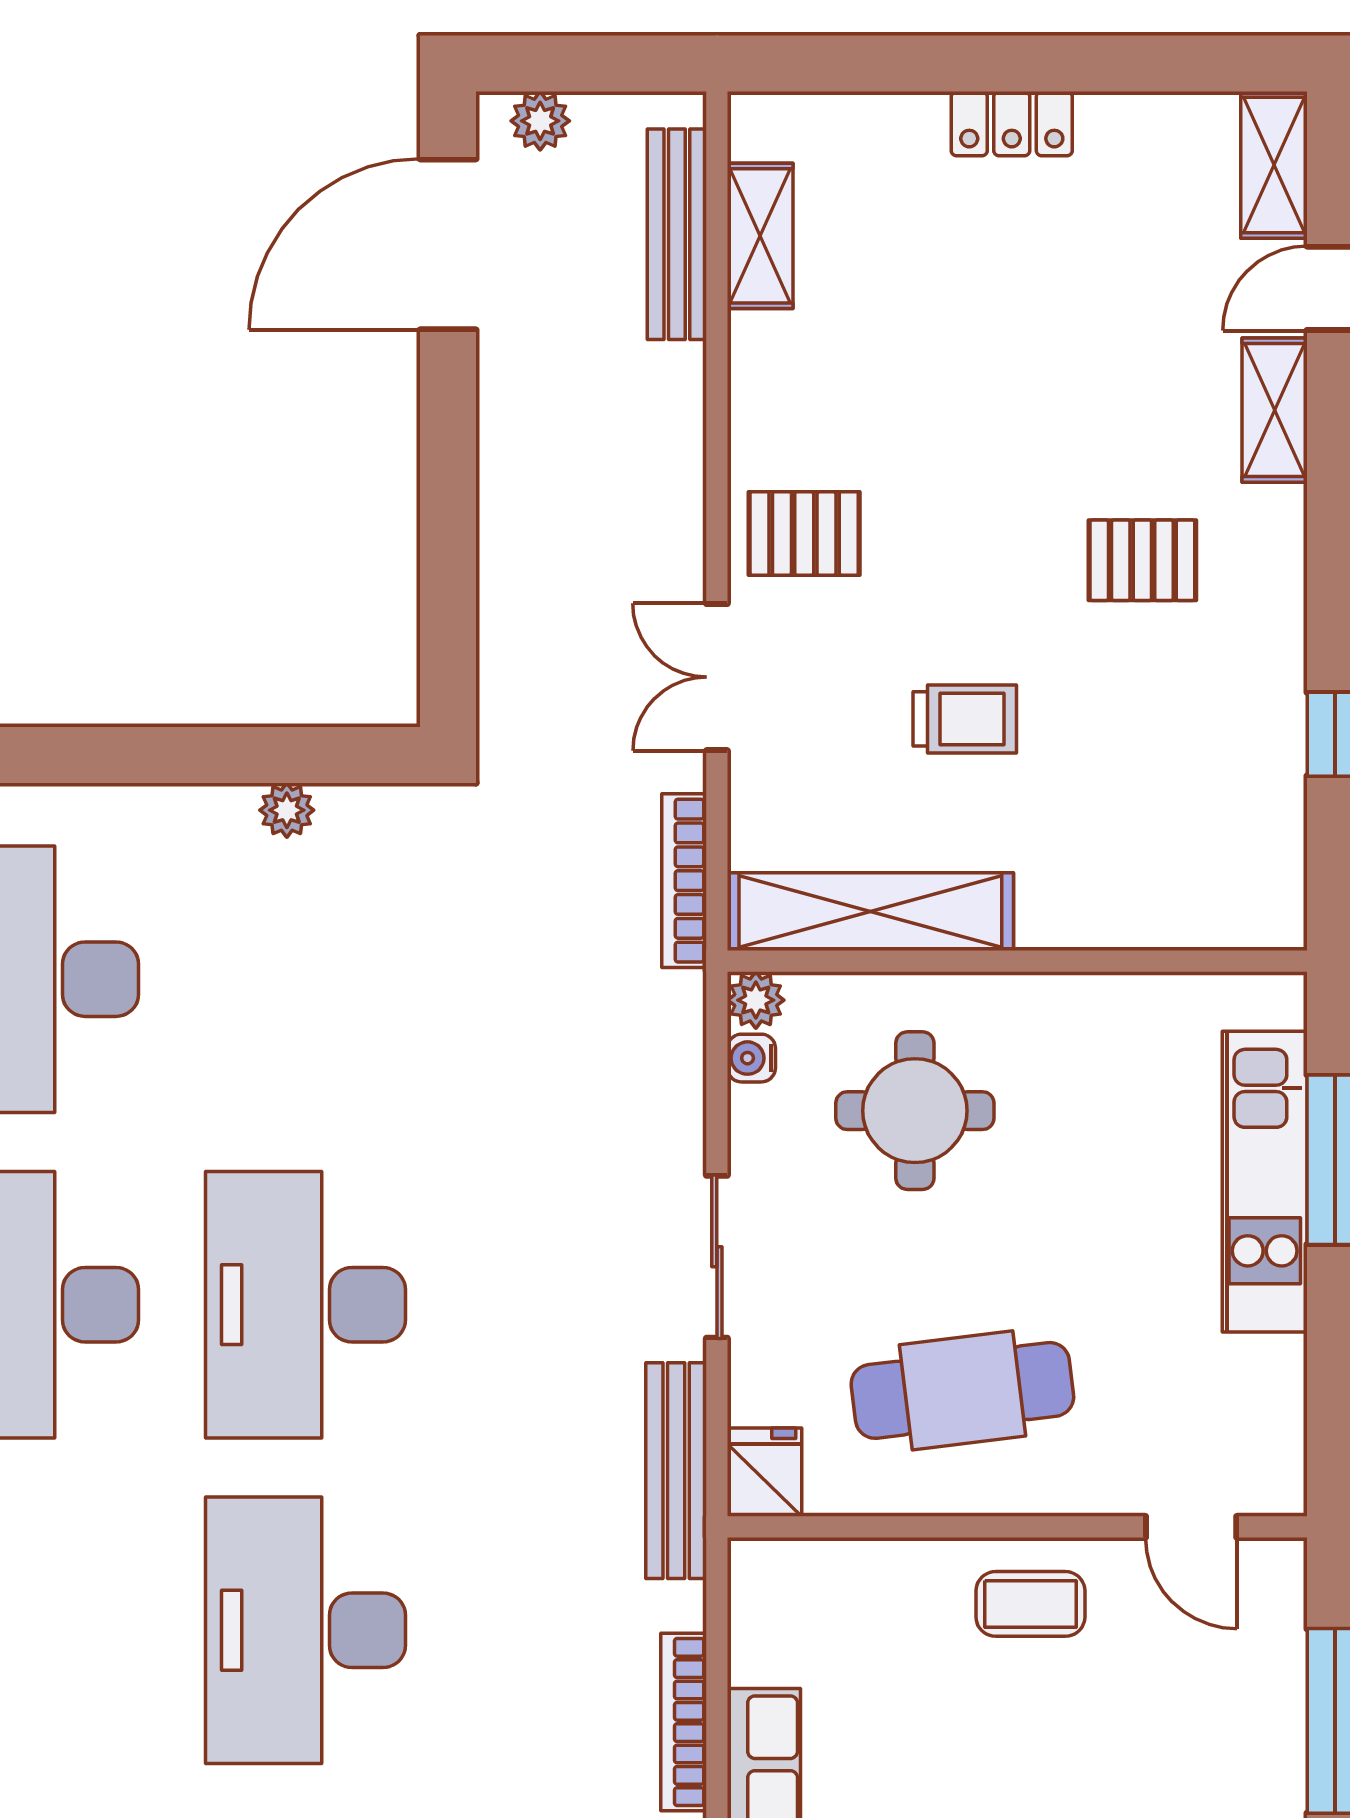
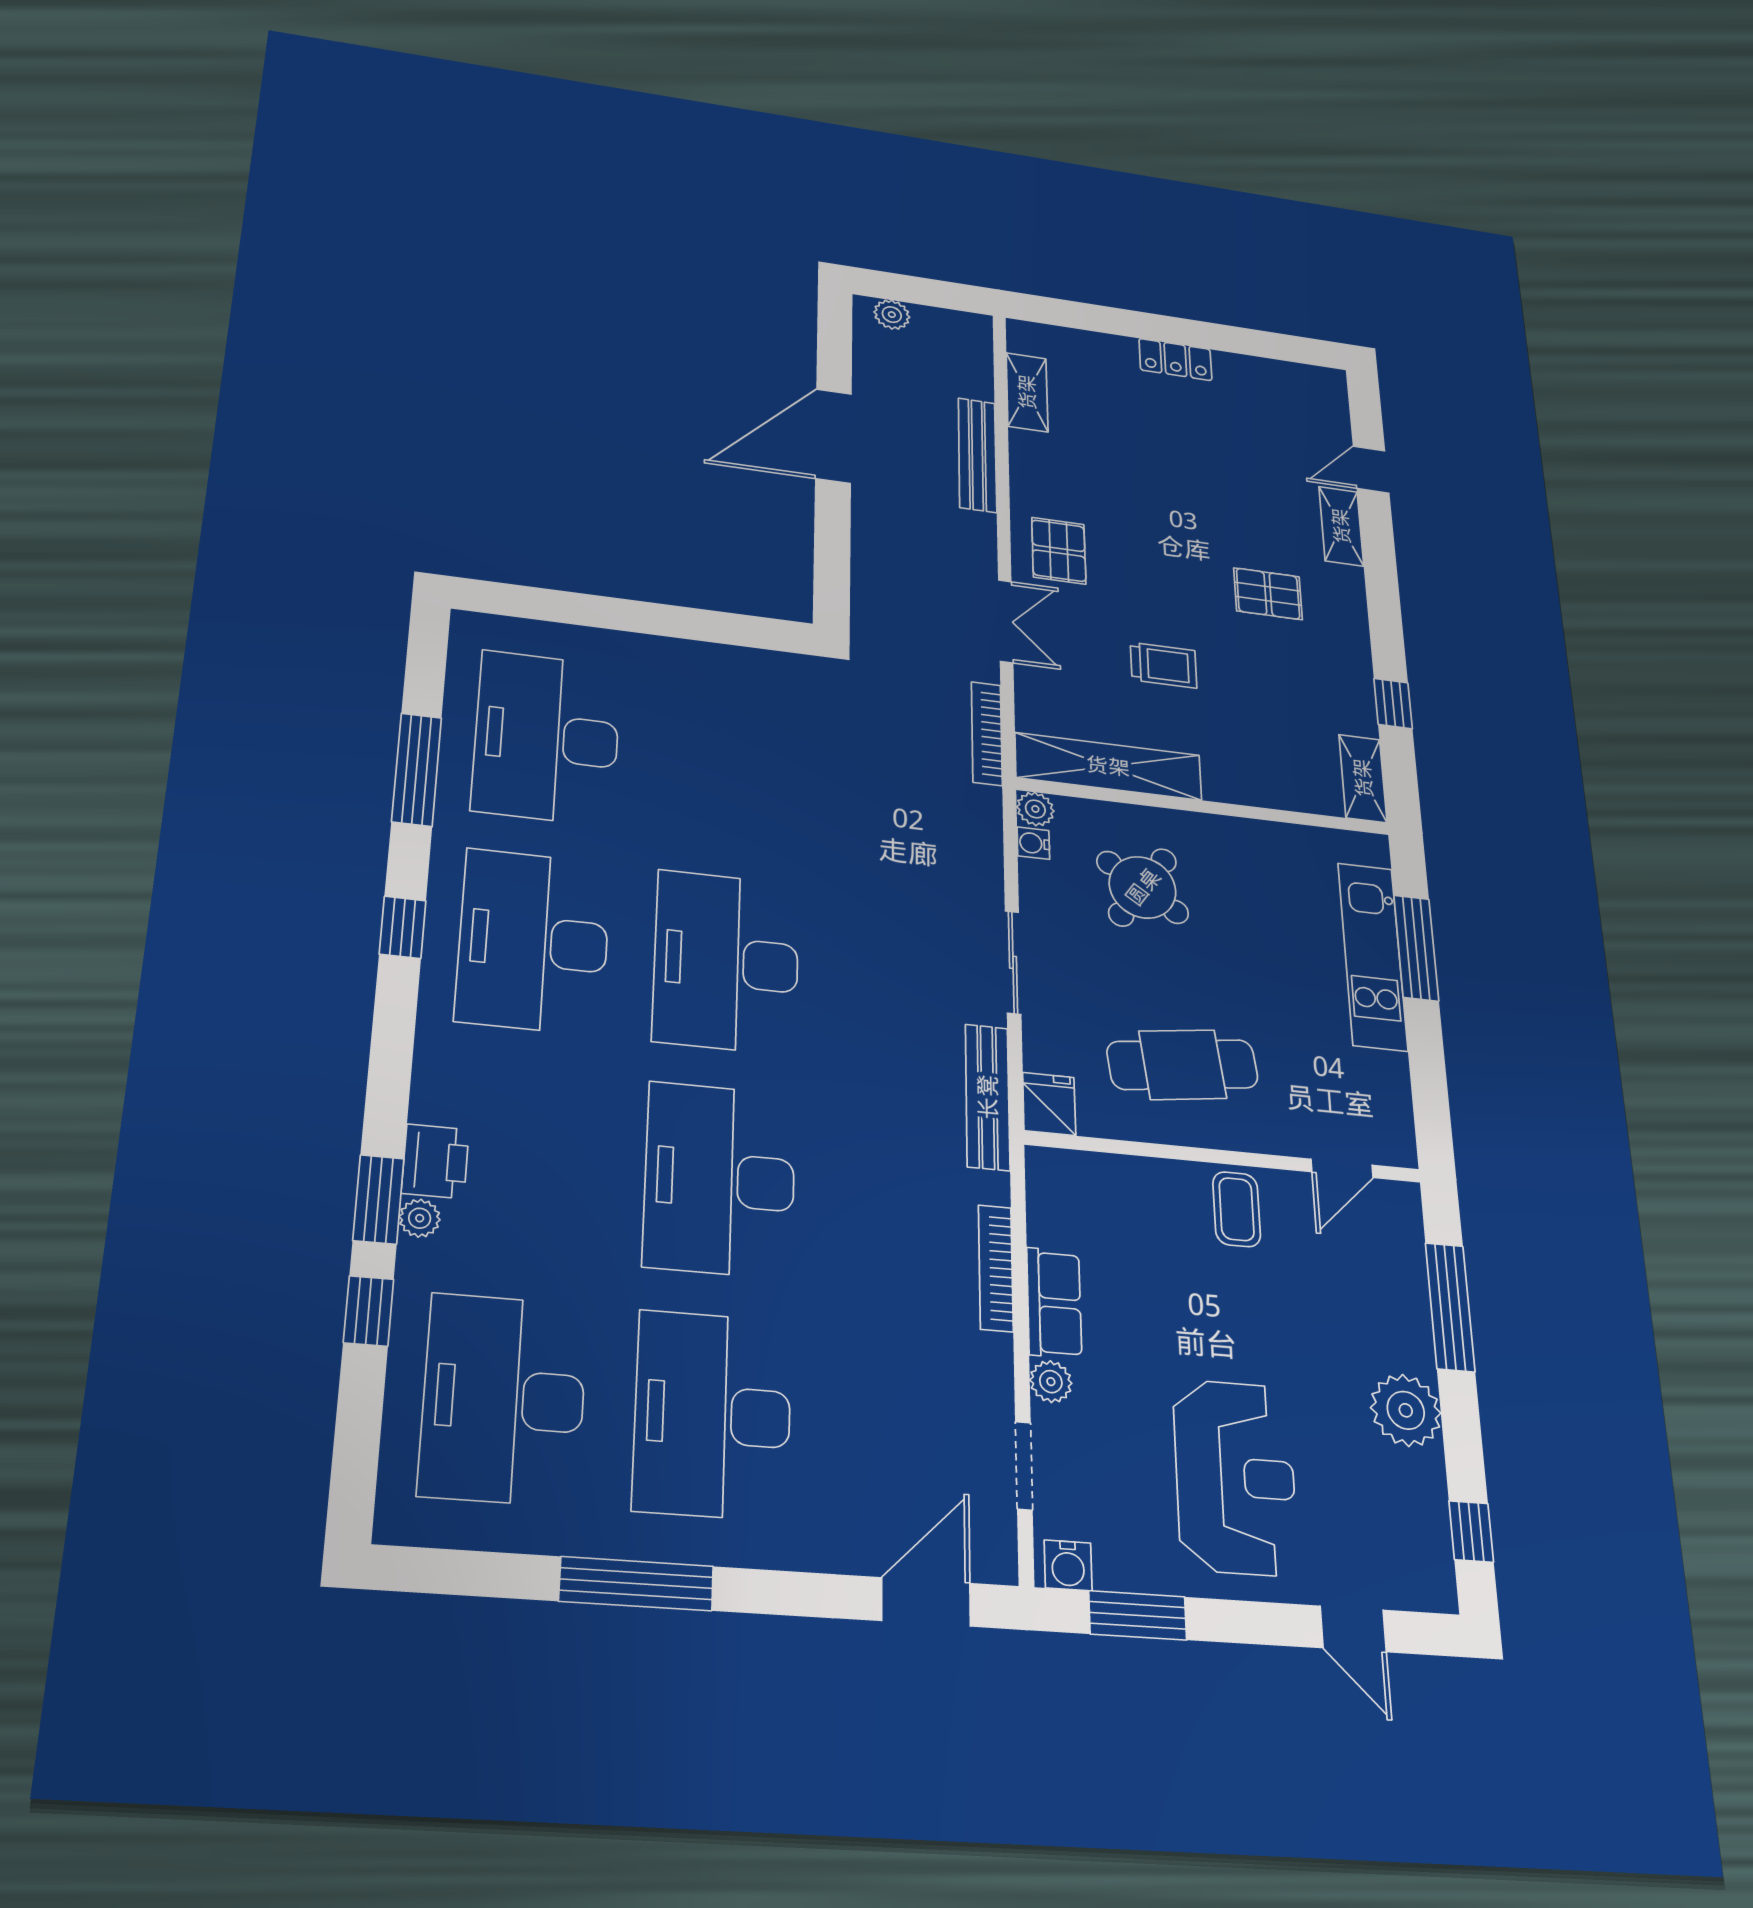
shelving: (1274, 165) -> (1363, 778), moved
bench: (677, 234) -> (977, 455), moved
door: (448, 244) -> (834, 436), moved
pallet: (804, 534) -> (1059, 551), turned 90
double door: (717, 677) -> (1006, 621), swing flipped
plant: (287, 810) -> (723, 659), removed
round table: (915, 1111) -> (1143, 887), turned 35
door: (1191, 1527) -> (1342, 1168), hinge flipped
coffee table: (1030, 1604) -> (1237, 1209), turned 90

